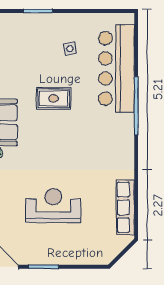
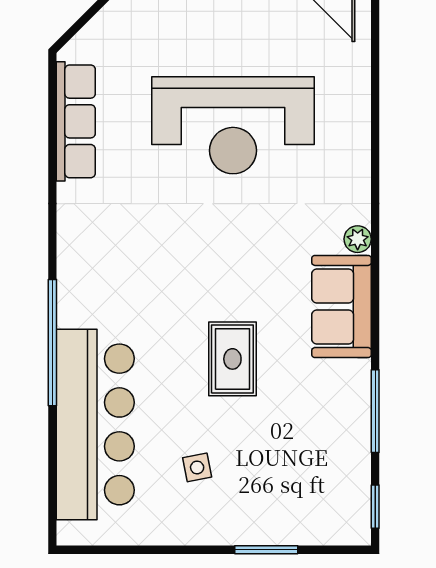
rug: (54, 98) -> (232, 359), turned 90
reception desk: (53, 206) -> (233, 125), width x1.36, depth x1.30

